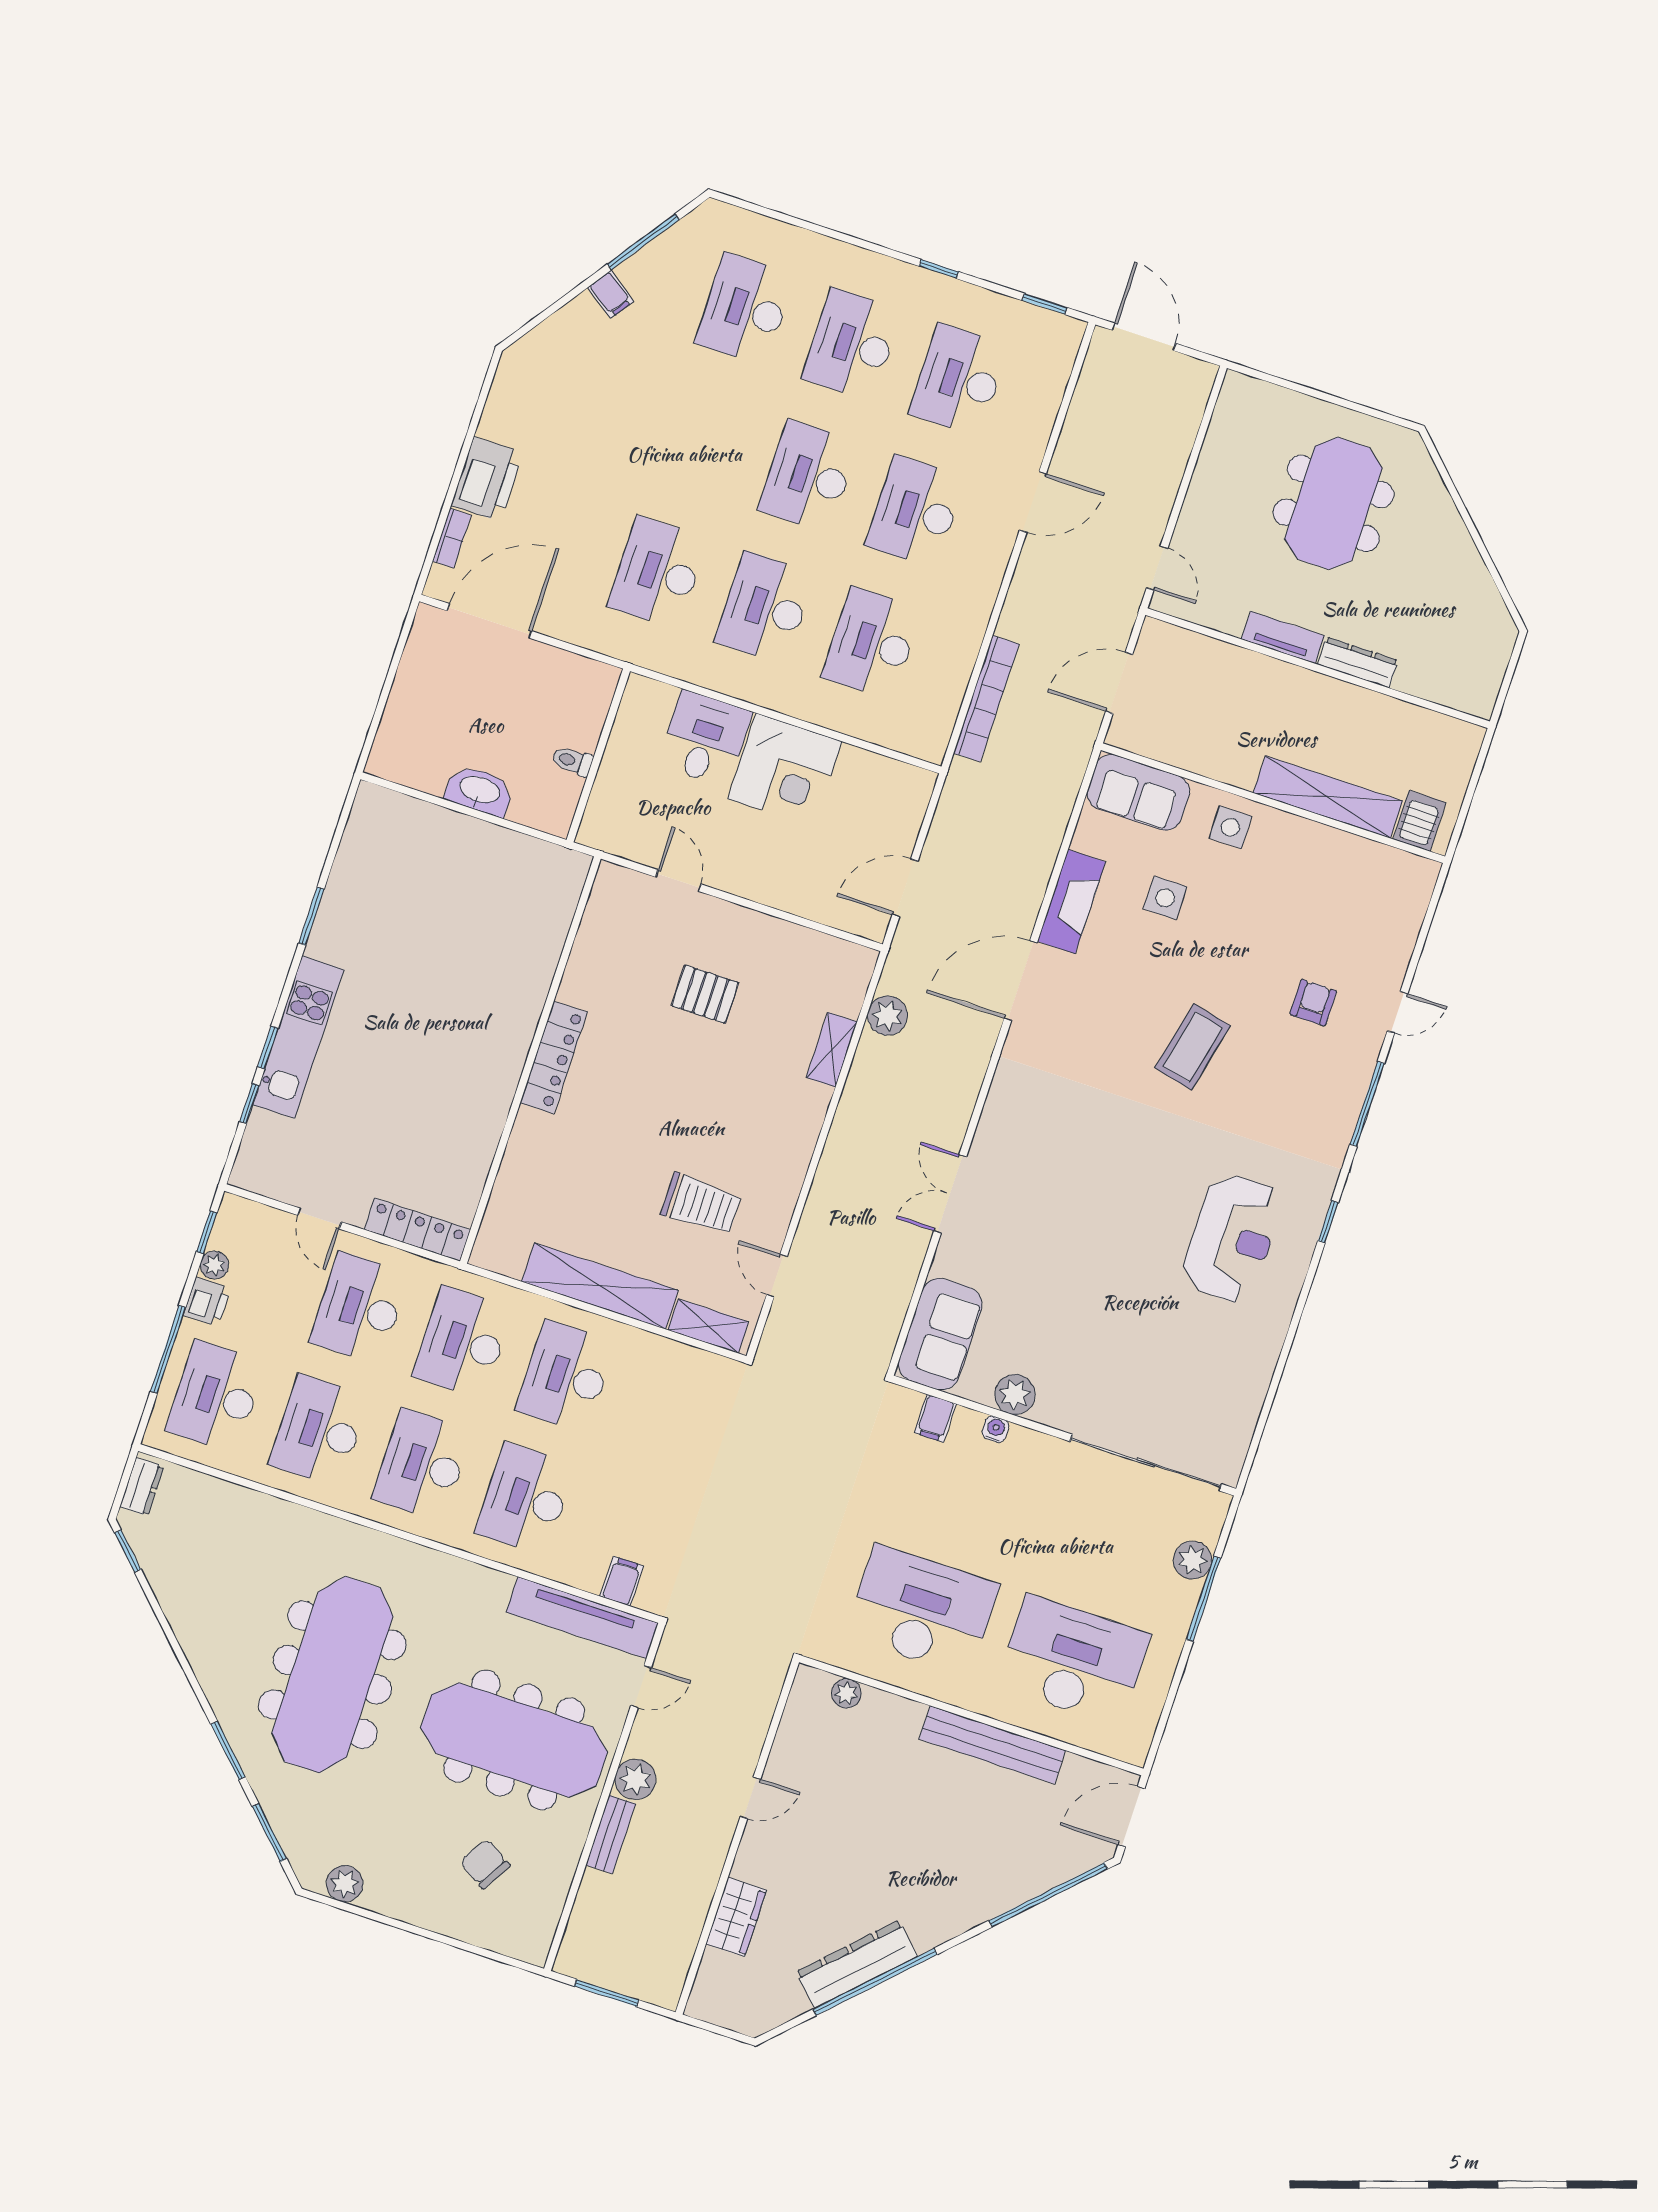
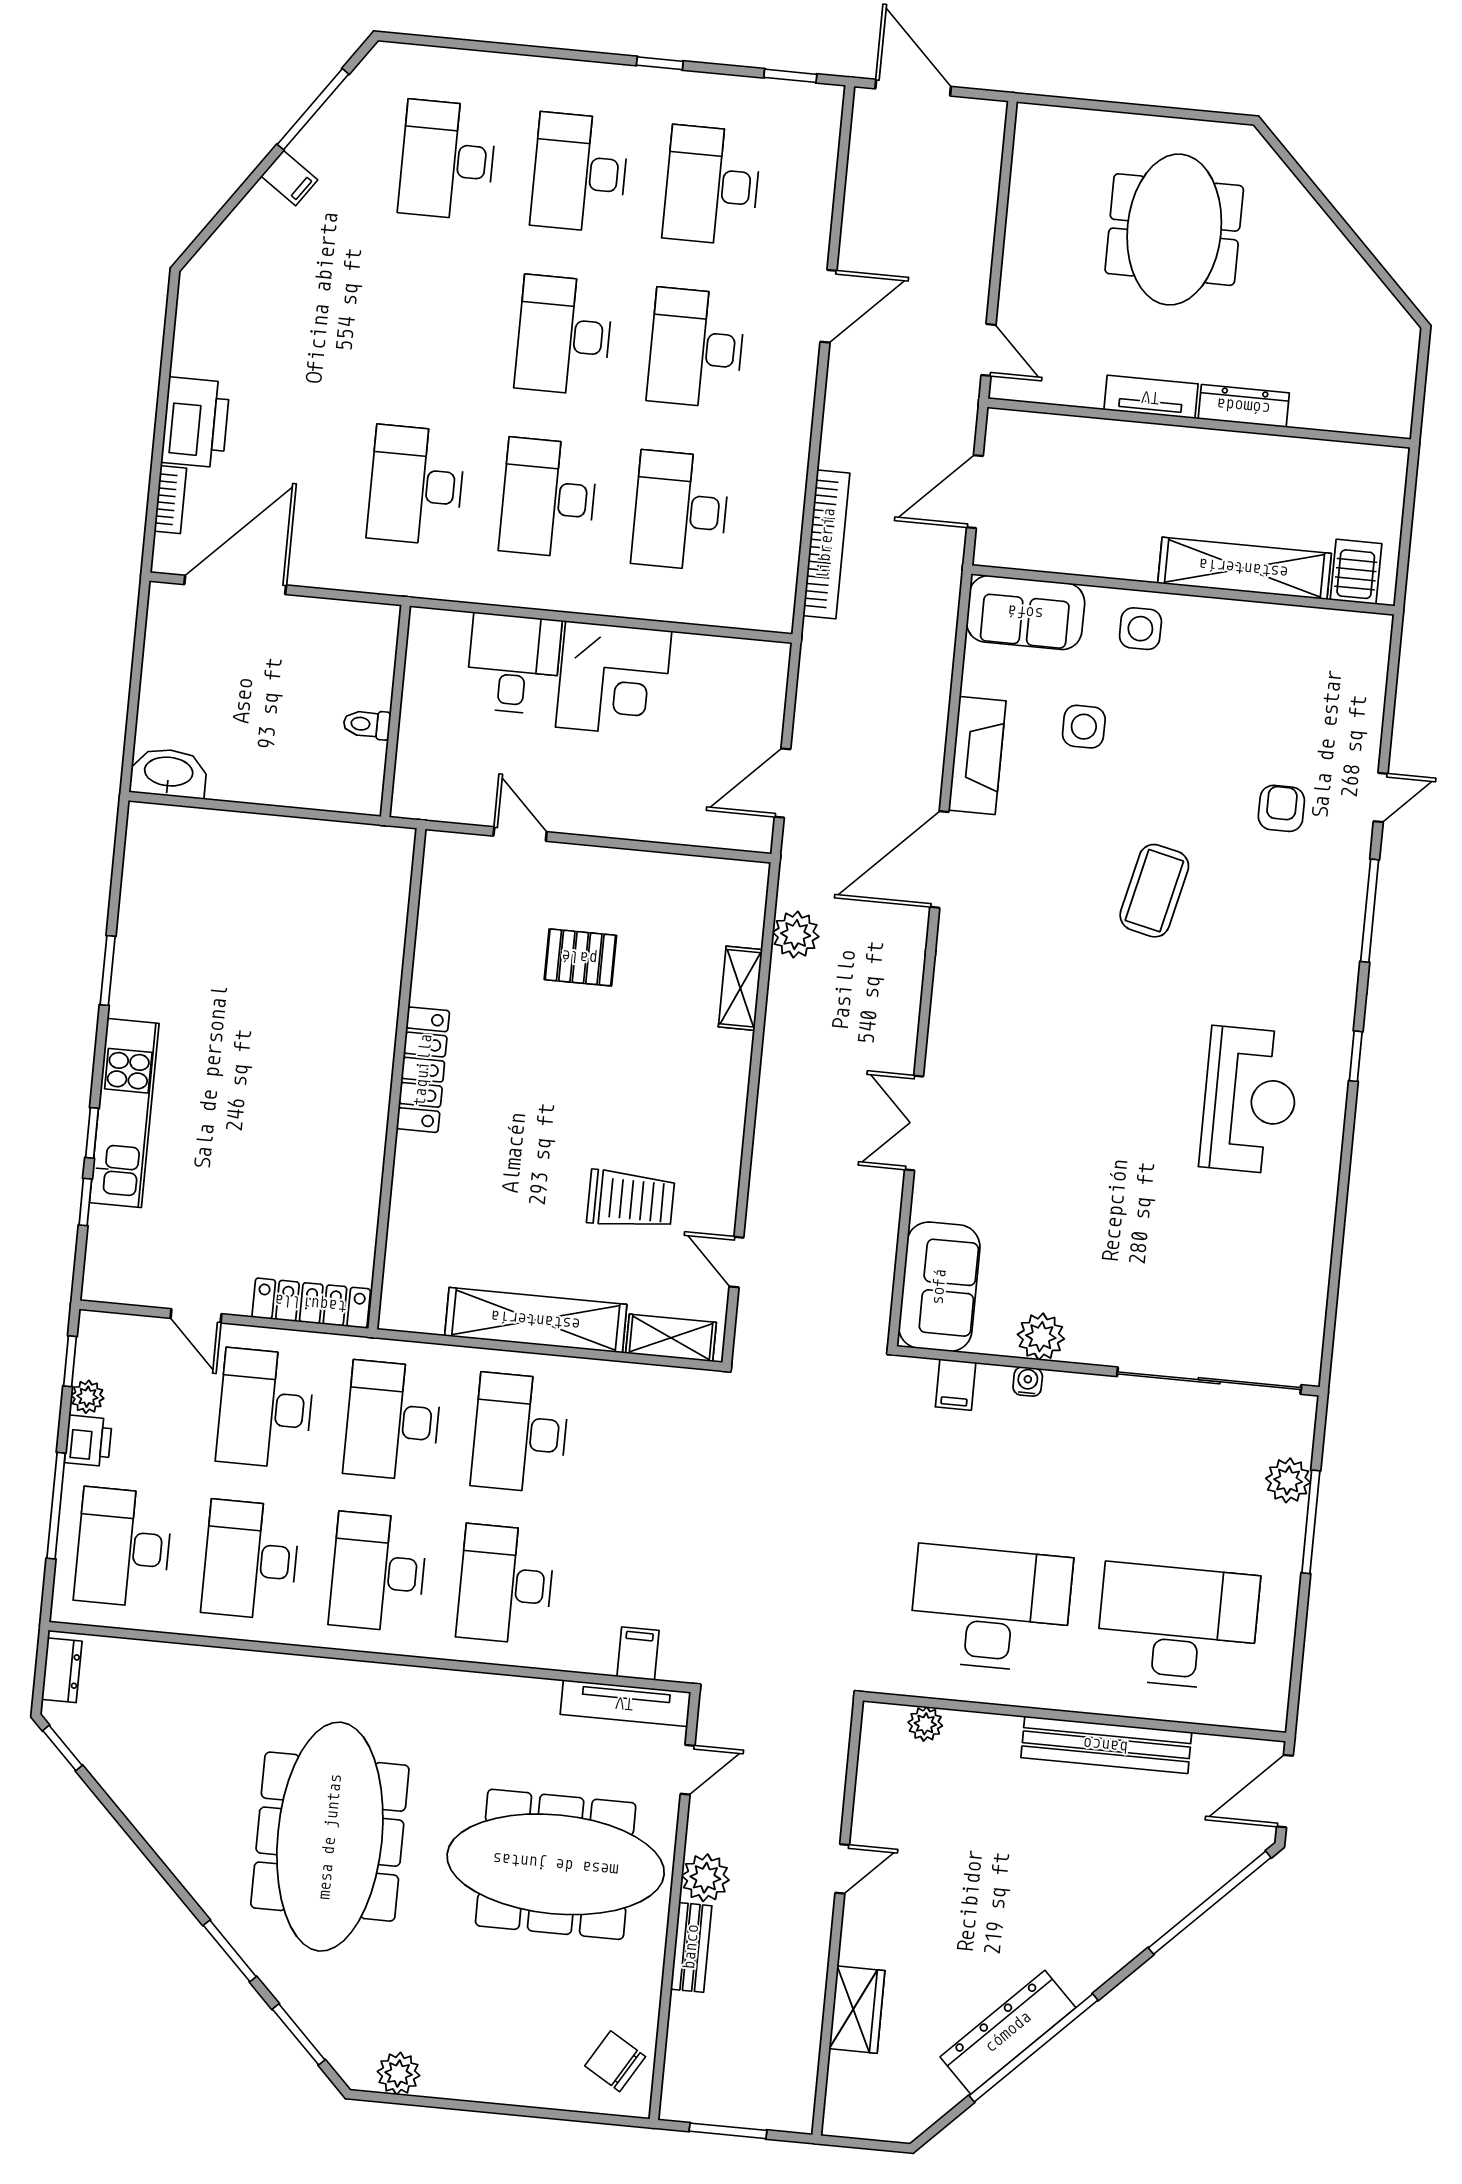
washbasin: (479, 791) -> (169, 773), moved
tv unit: (582, 1618) -> (625, 1703), width x0.73, depth x0.78
chair: (485, 1864) -> (615, 2061), moved

